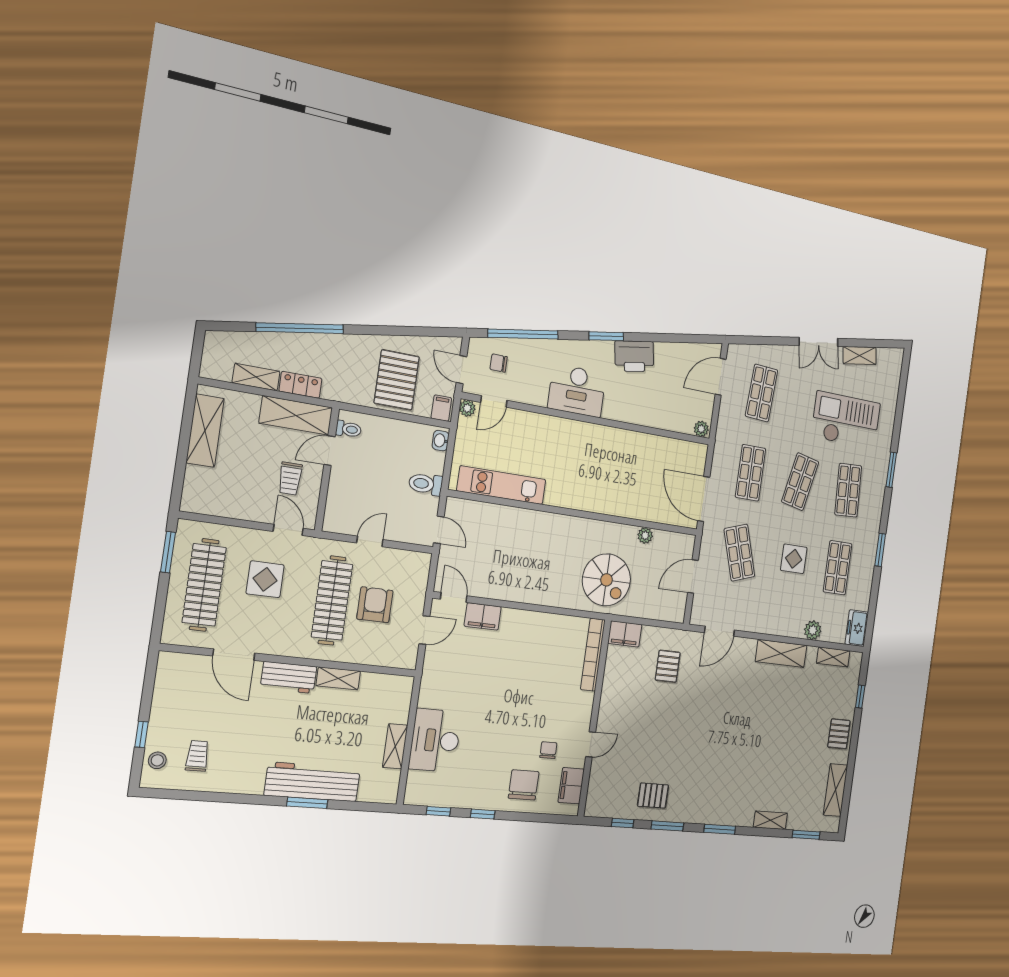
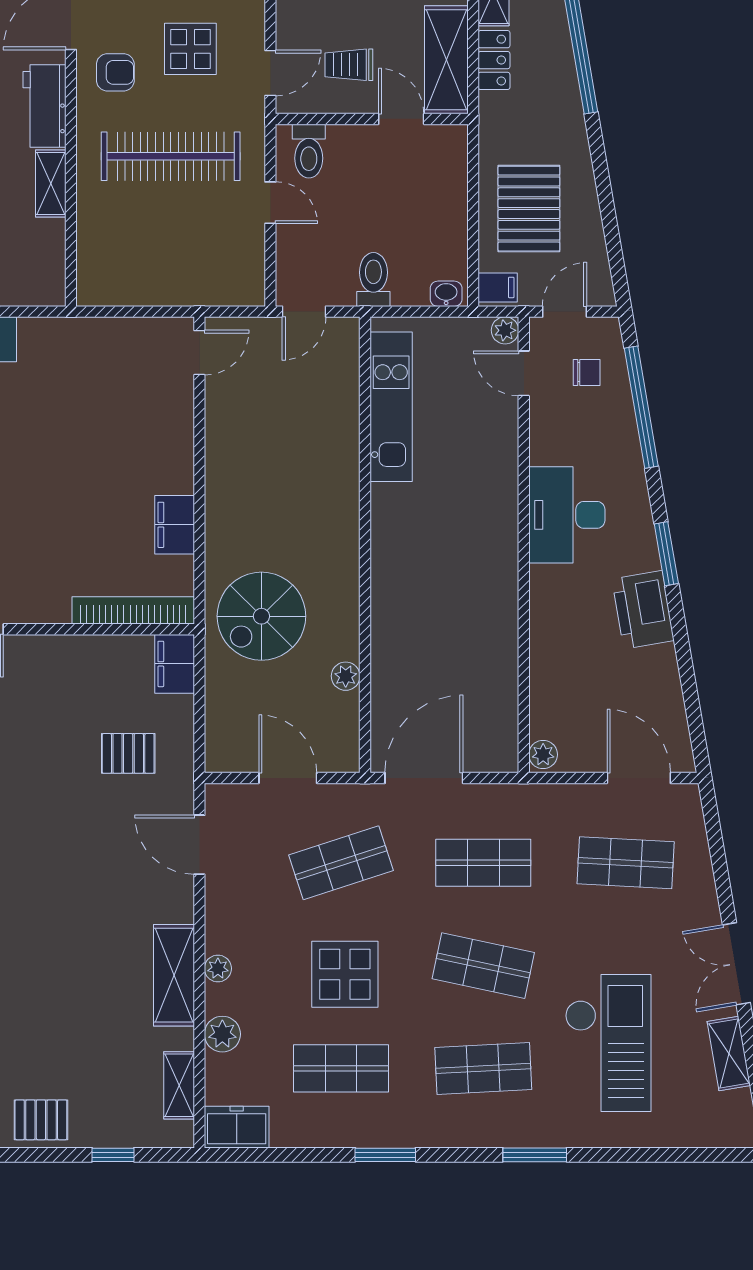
chair: (499, 363) -> (587, 372), turned 90
pallet: (397, 380) -> (529, 209), turned 90
toilet: (348, 429) -> (309, 151), moved, width x1.37, depth x1.39
display table: (794, 559) -> (345, 974), width x1.36, depth x1.36
armchair: (375, 605) -> (115, 72), moved, width x0.72, depth x0.72
filing cabinet: (483, 616) -> (175, 525), moved
plant: (781, 629) -> (218, 968), added
door: (424, 630) -> (142, 312), removed

